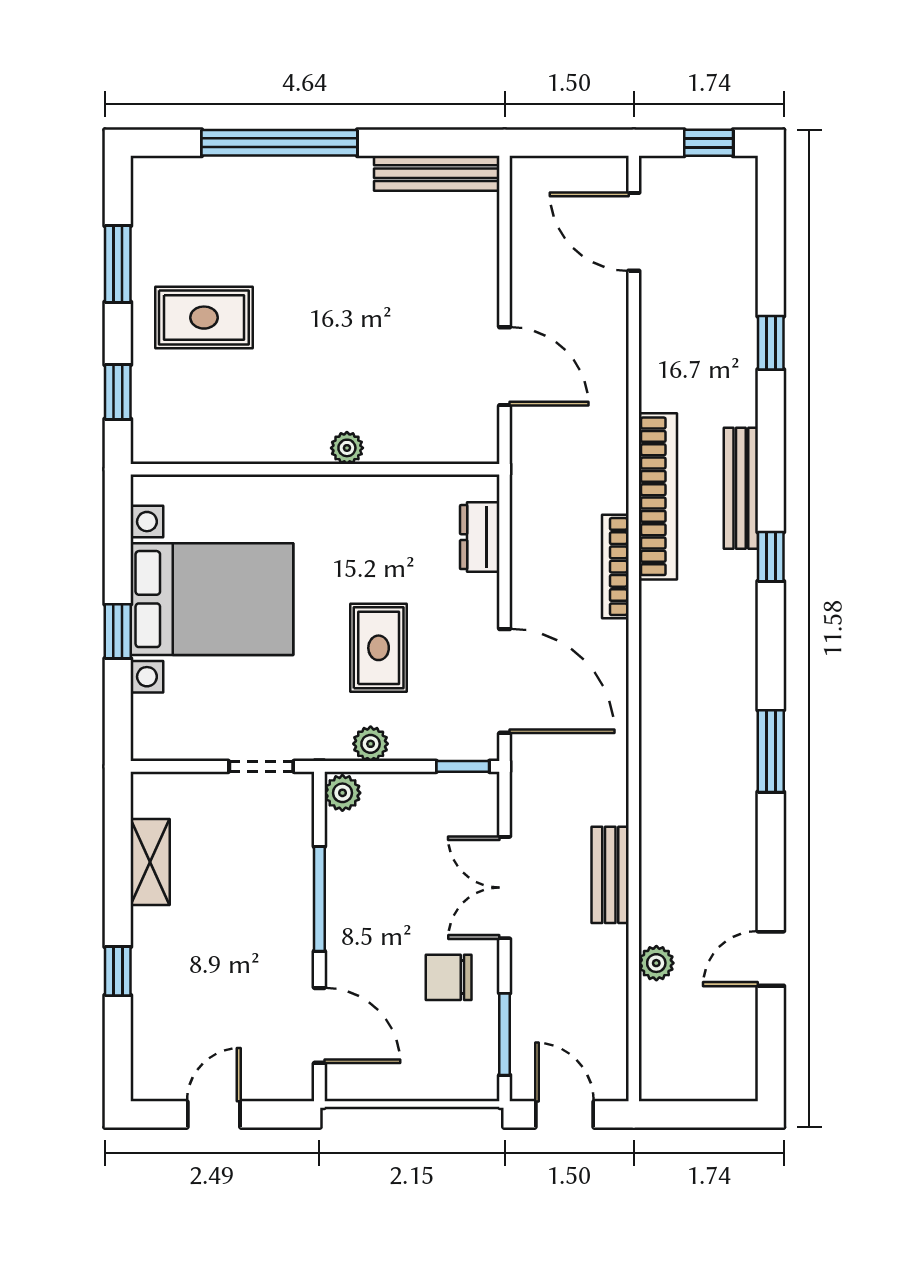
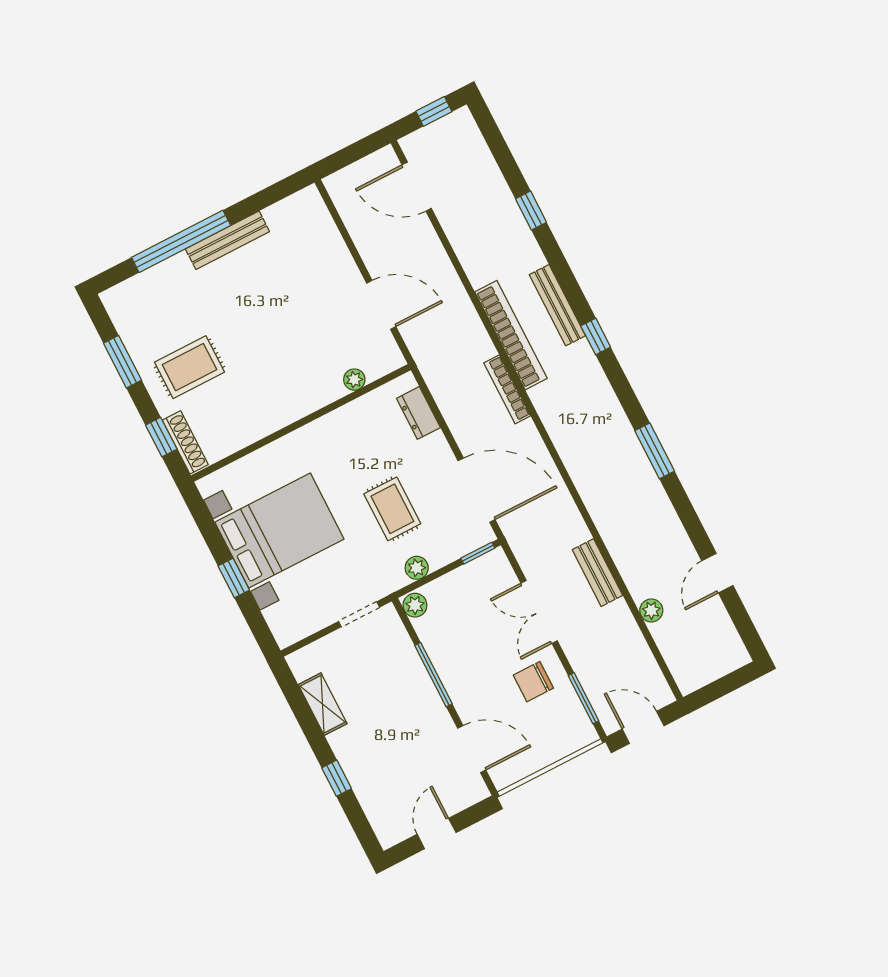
bench: (437, 173) -> (227, 240), moved
shoe rack: (146, 416) -> (185, 442), added
plant: (347, 448) -> (354, 380), moved

